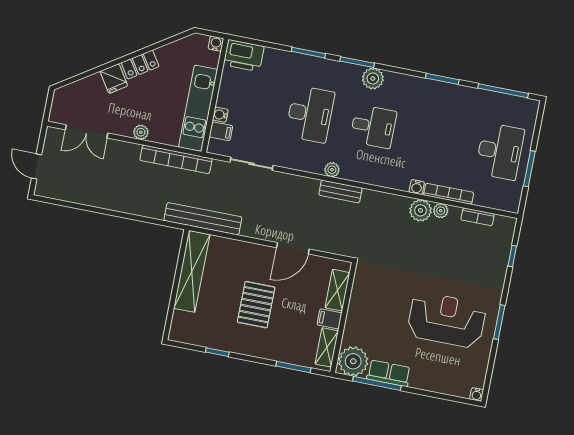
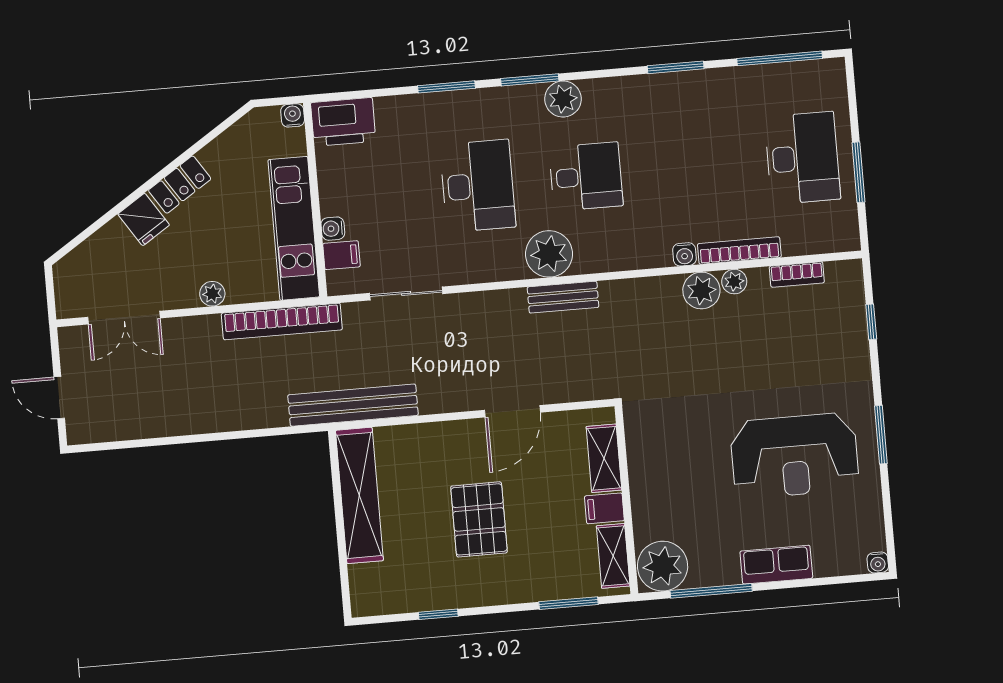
plant: (332, 170) -> (549, 254), width x1.88, depth x1.88
reception desk: (447, 320) -> (794, 456), turned 180
row of seats: (389, 373) -> (776, 565), moved

